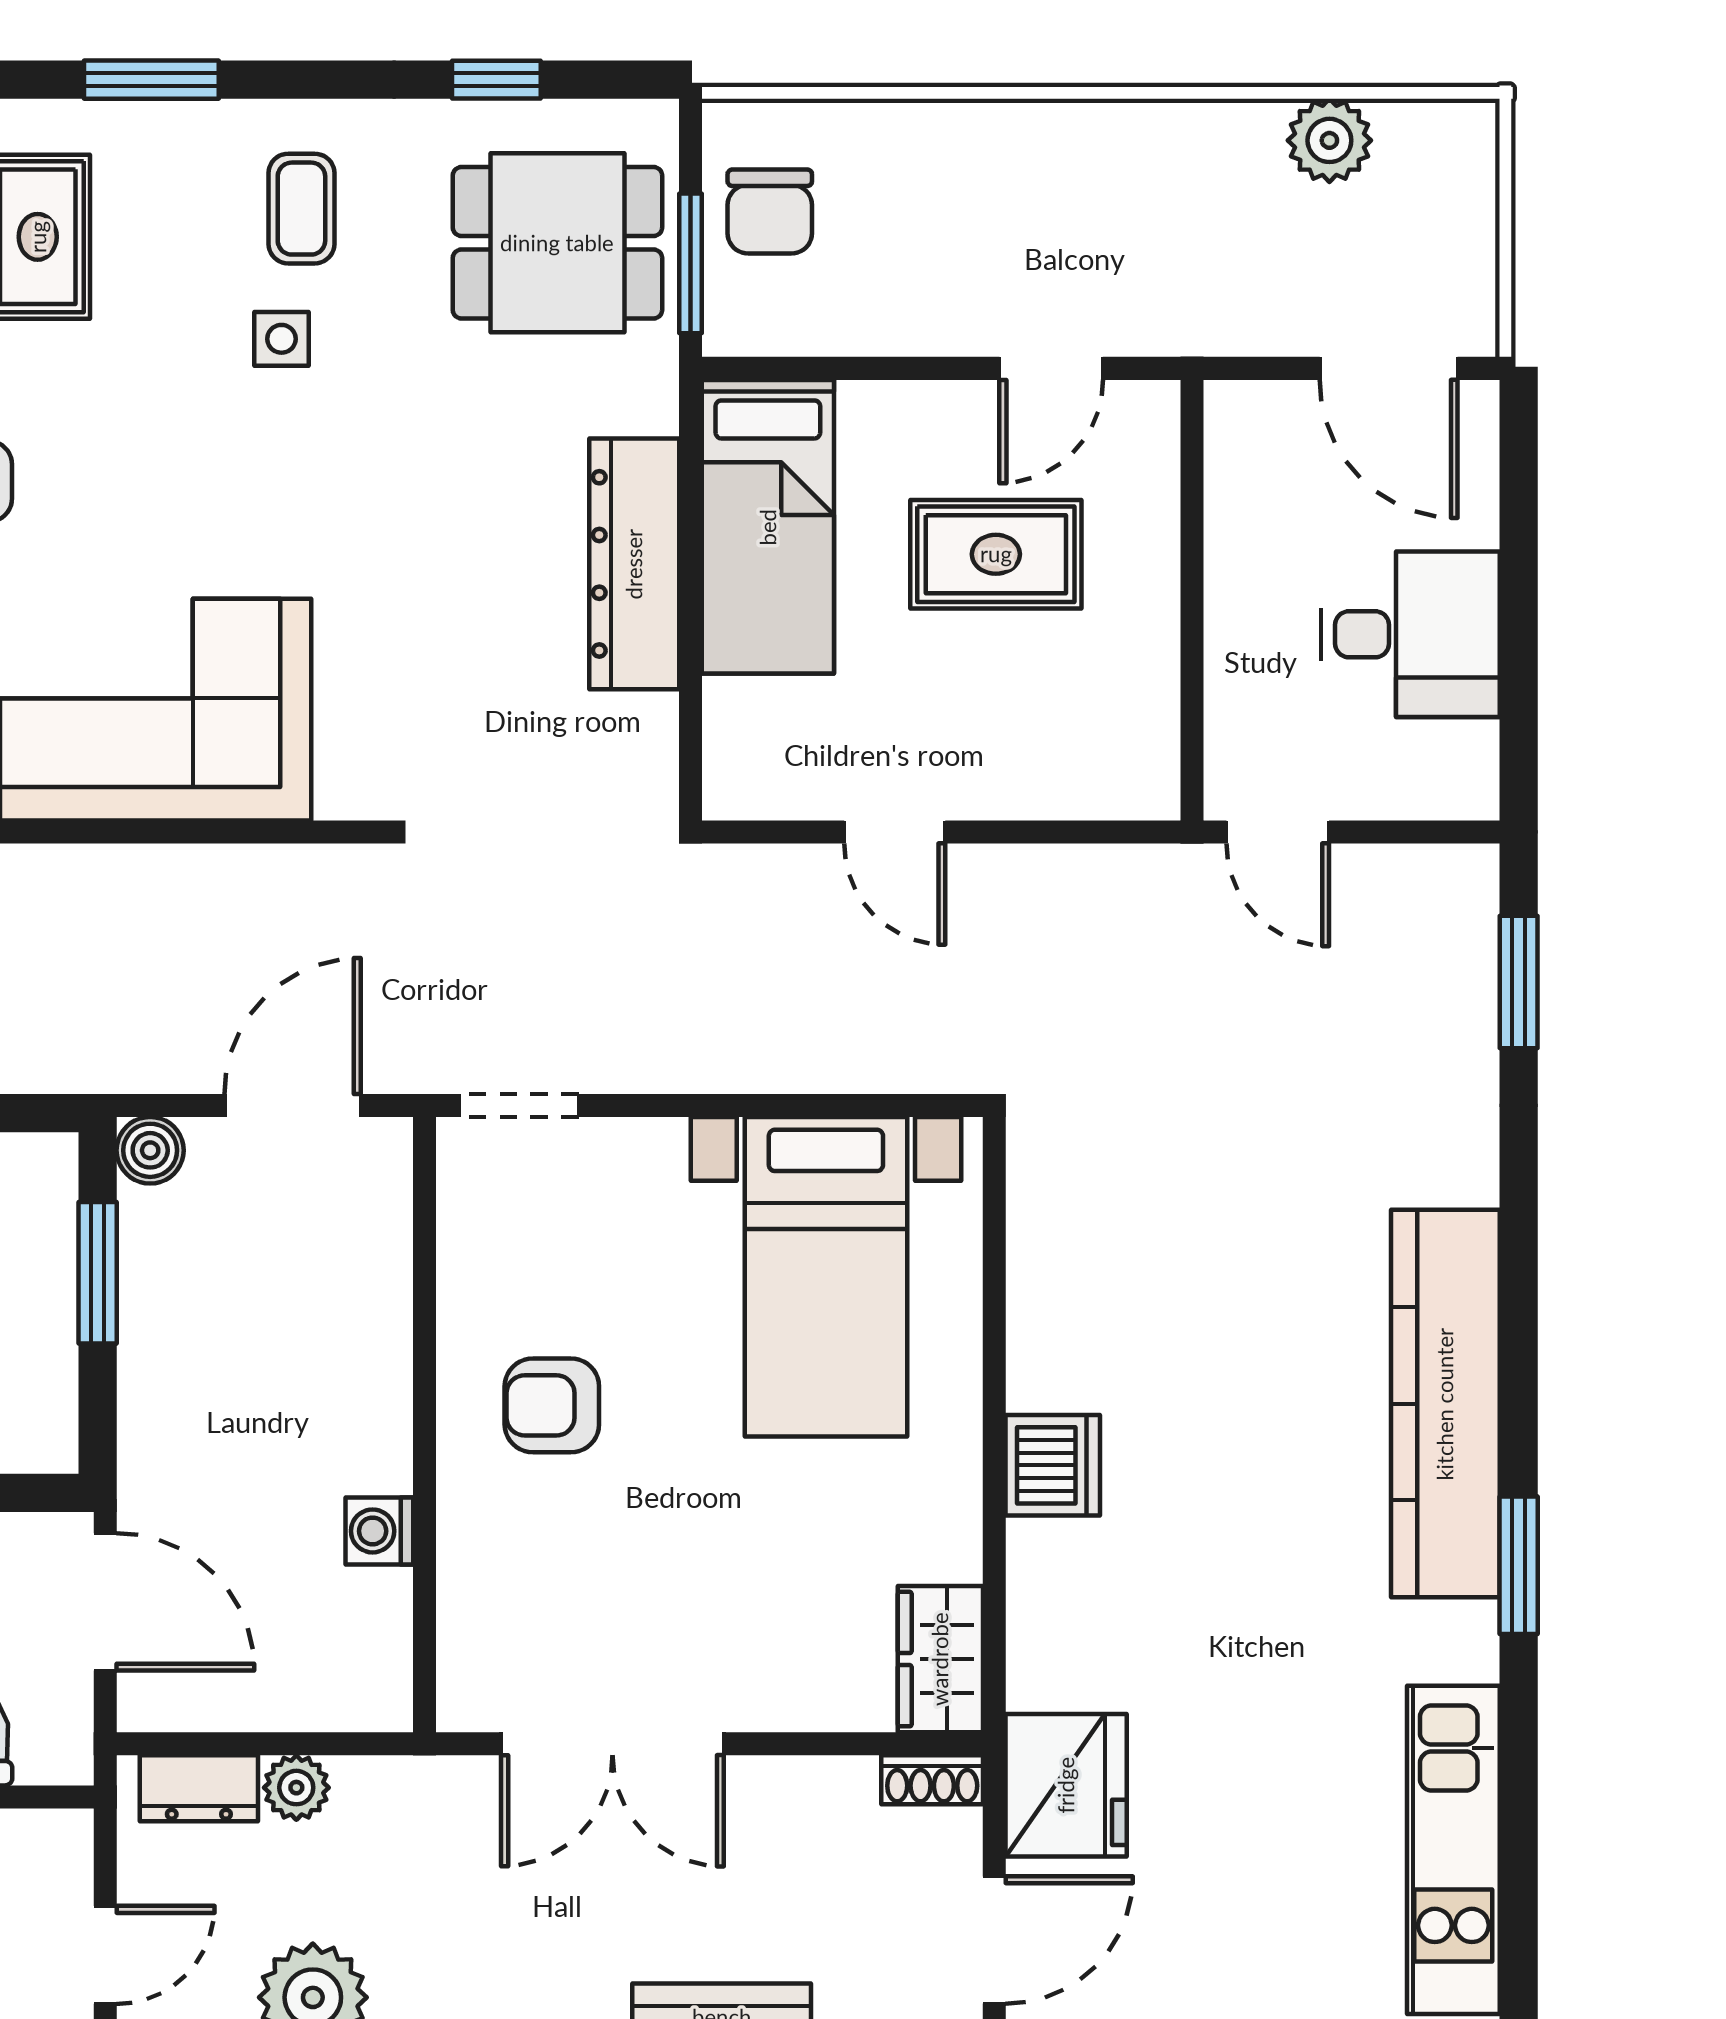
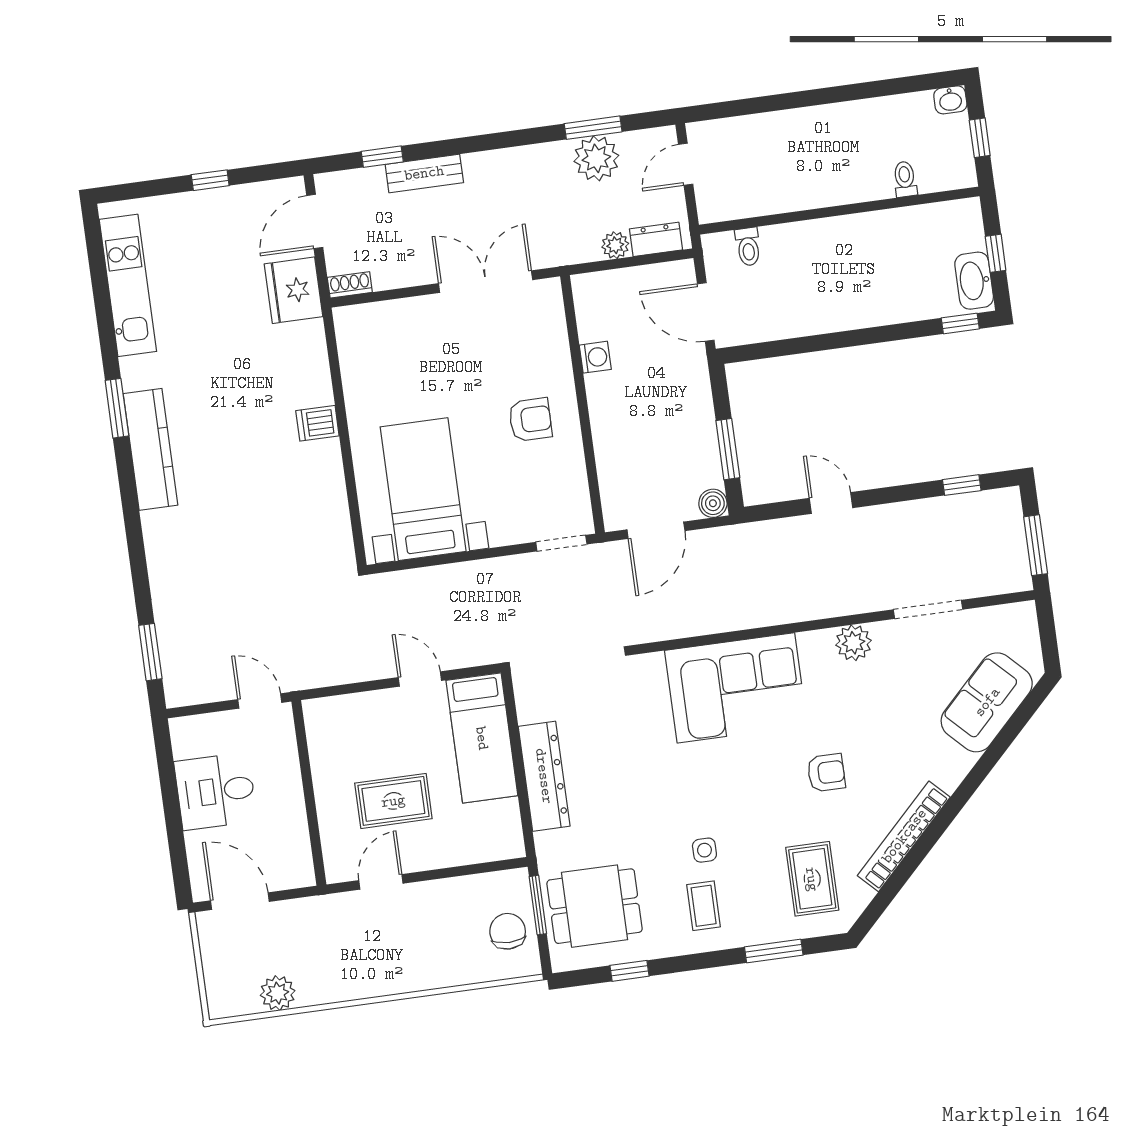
bed: (768, 527) -> (482, 738), moved, turned 180
kitchen counter: (1445, 1404) -> (150, 449), width x0.72, depth x0.86
dishwasher: (1053, 1465) -> (317, 423), width x0.73
wardrobe: (940, 1659) -> (353, 336), removed

